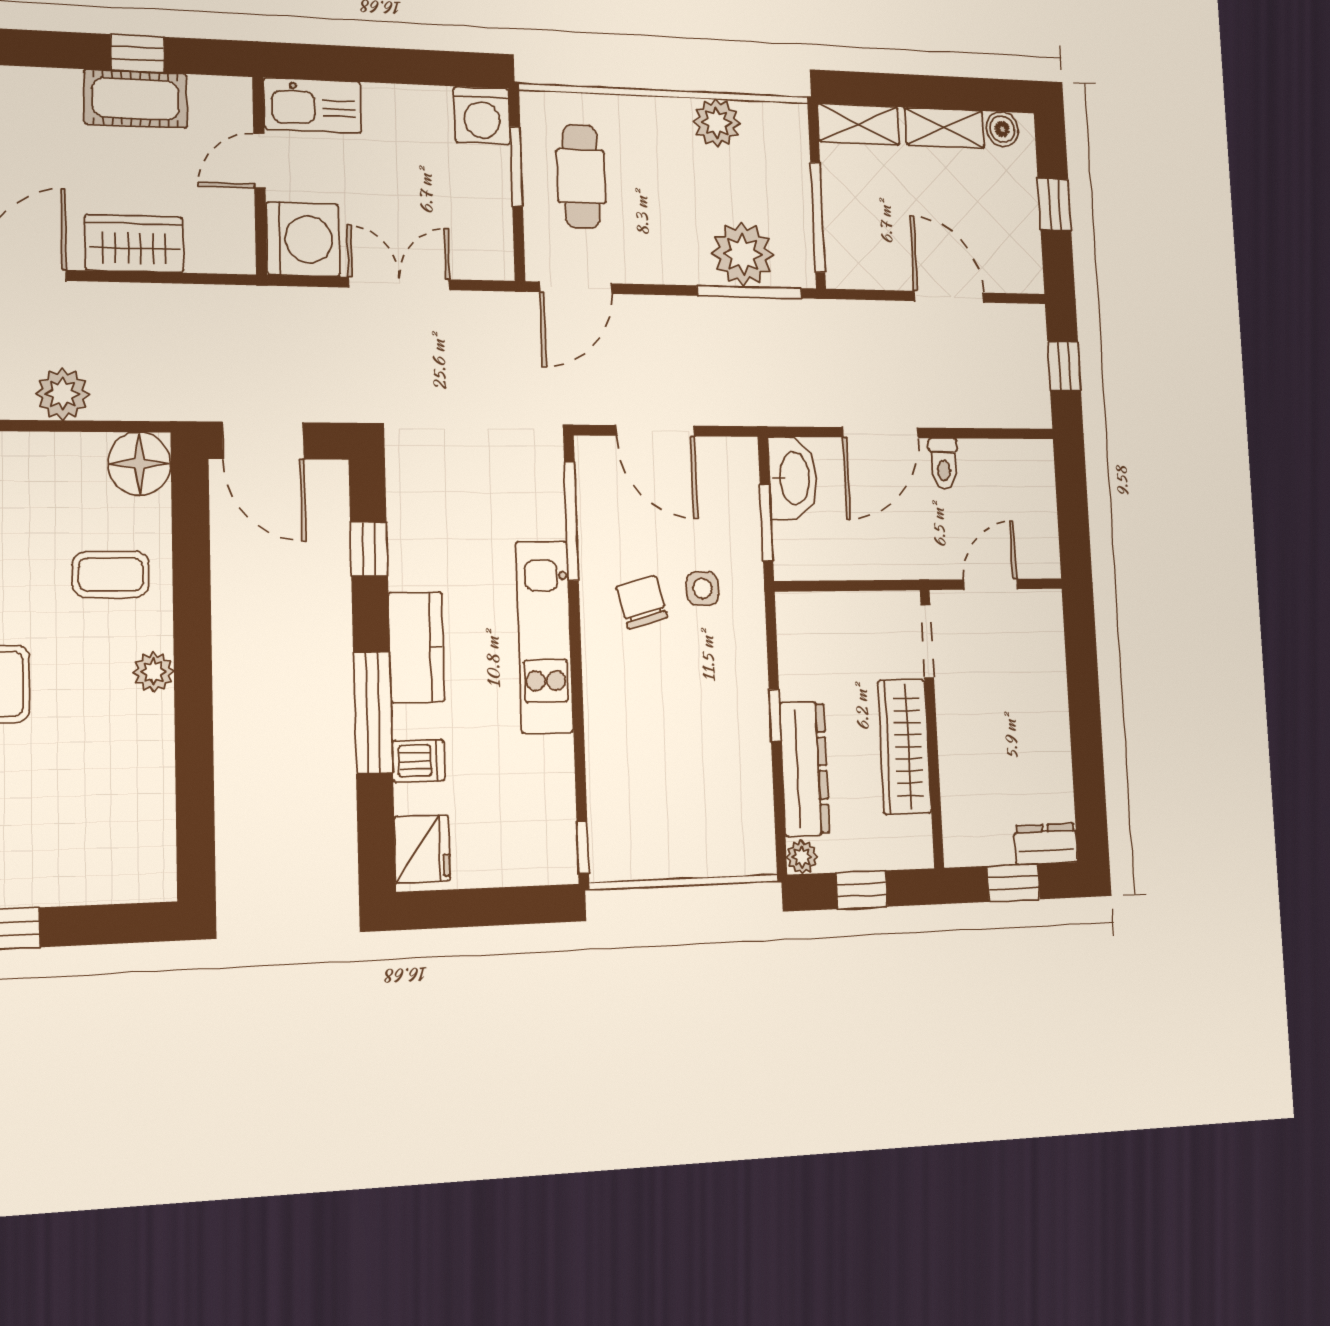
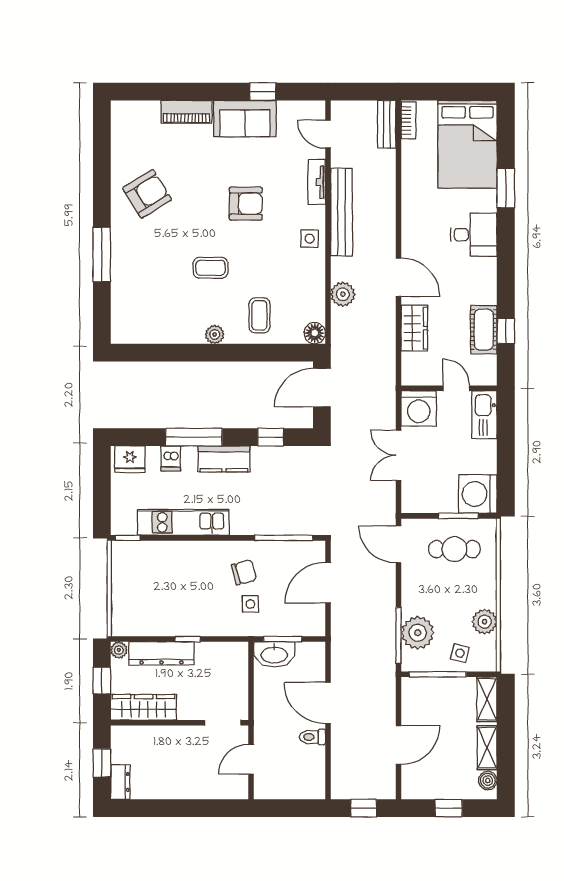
washing machine: (482, 116) -> (478, 494), width x1.37, depth x1.37
side table: (777, 173) -> (460, 653), added
double door: (399, 283) -> (398, 455), swing flipped
floor lamp: (139, 464) -> (315, 333), width x0.73, depth x0.73
washbasin: (793, 478) -> (274, 654), moved
door: (990, 584) -> (251, 759), swing flipped
kitchen unit: (544, 637) -> (183, 522), moved
wardrobe: (904, 747) -> (144, 707), moved

